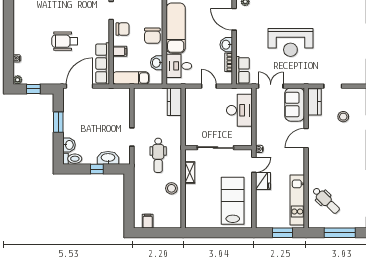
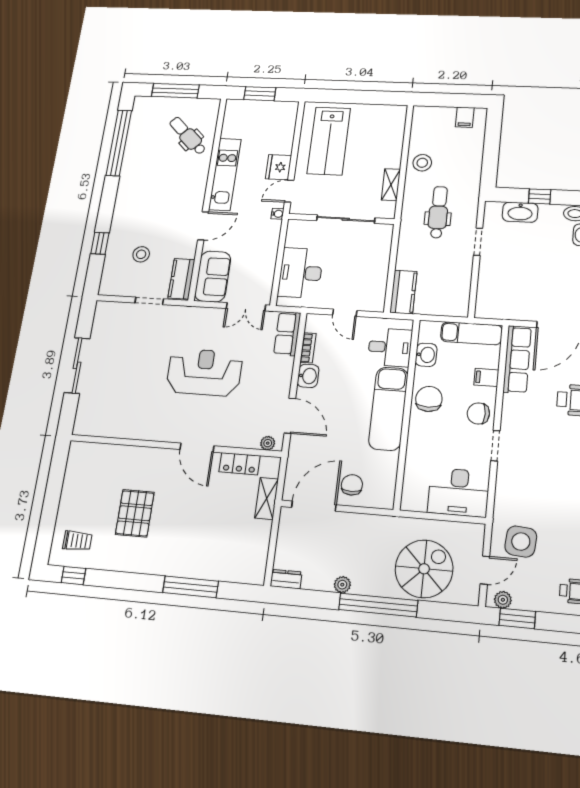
kitchen unit: (297, 200) -> (225, 174), moved

